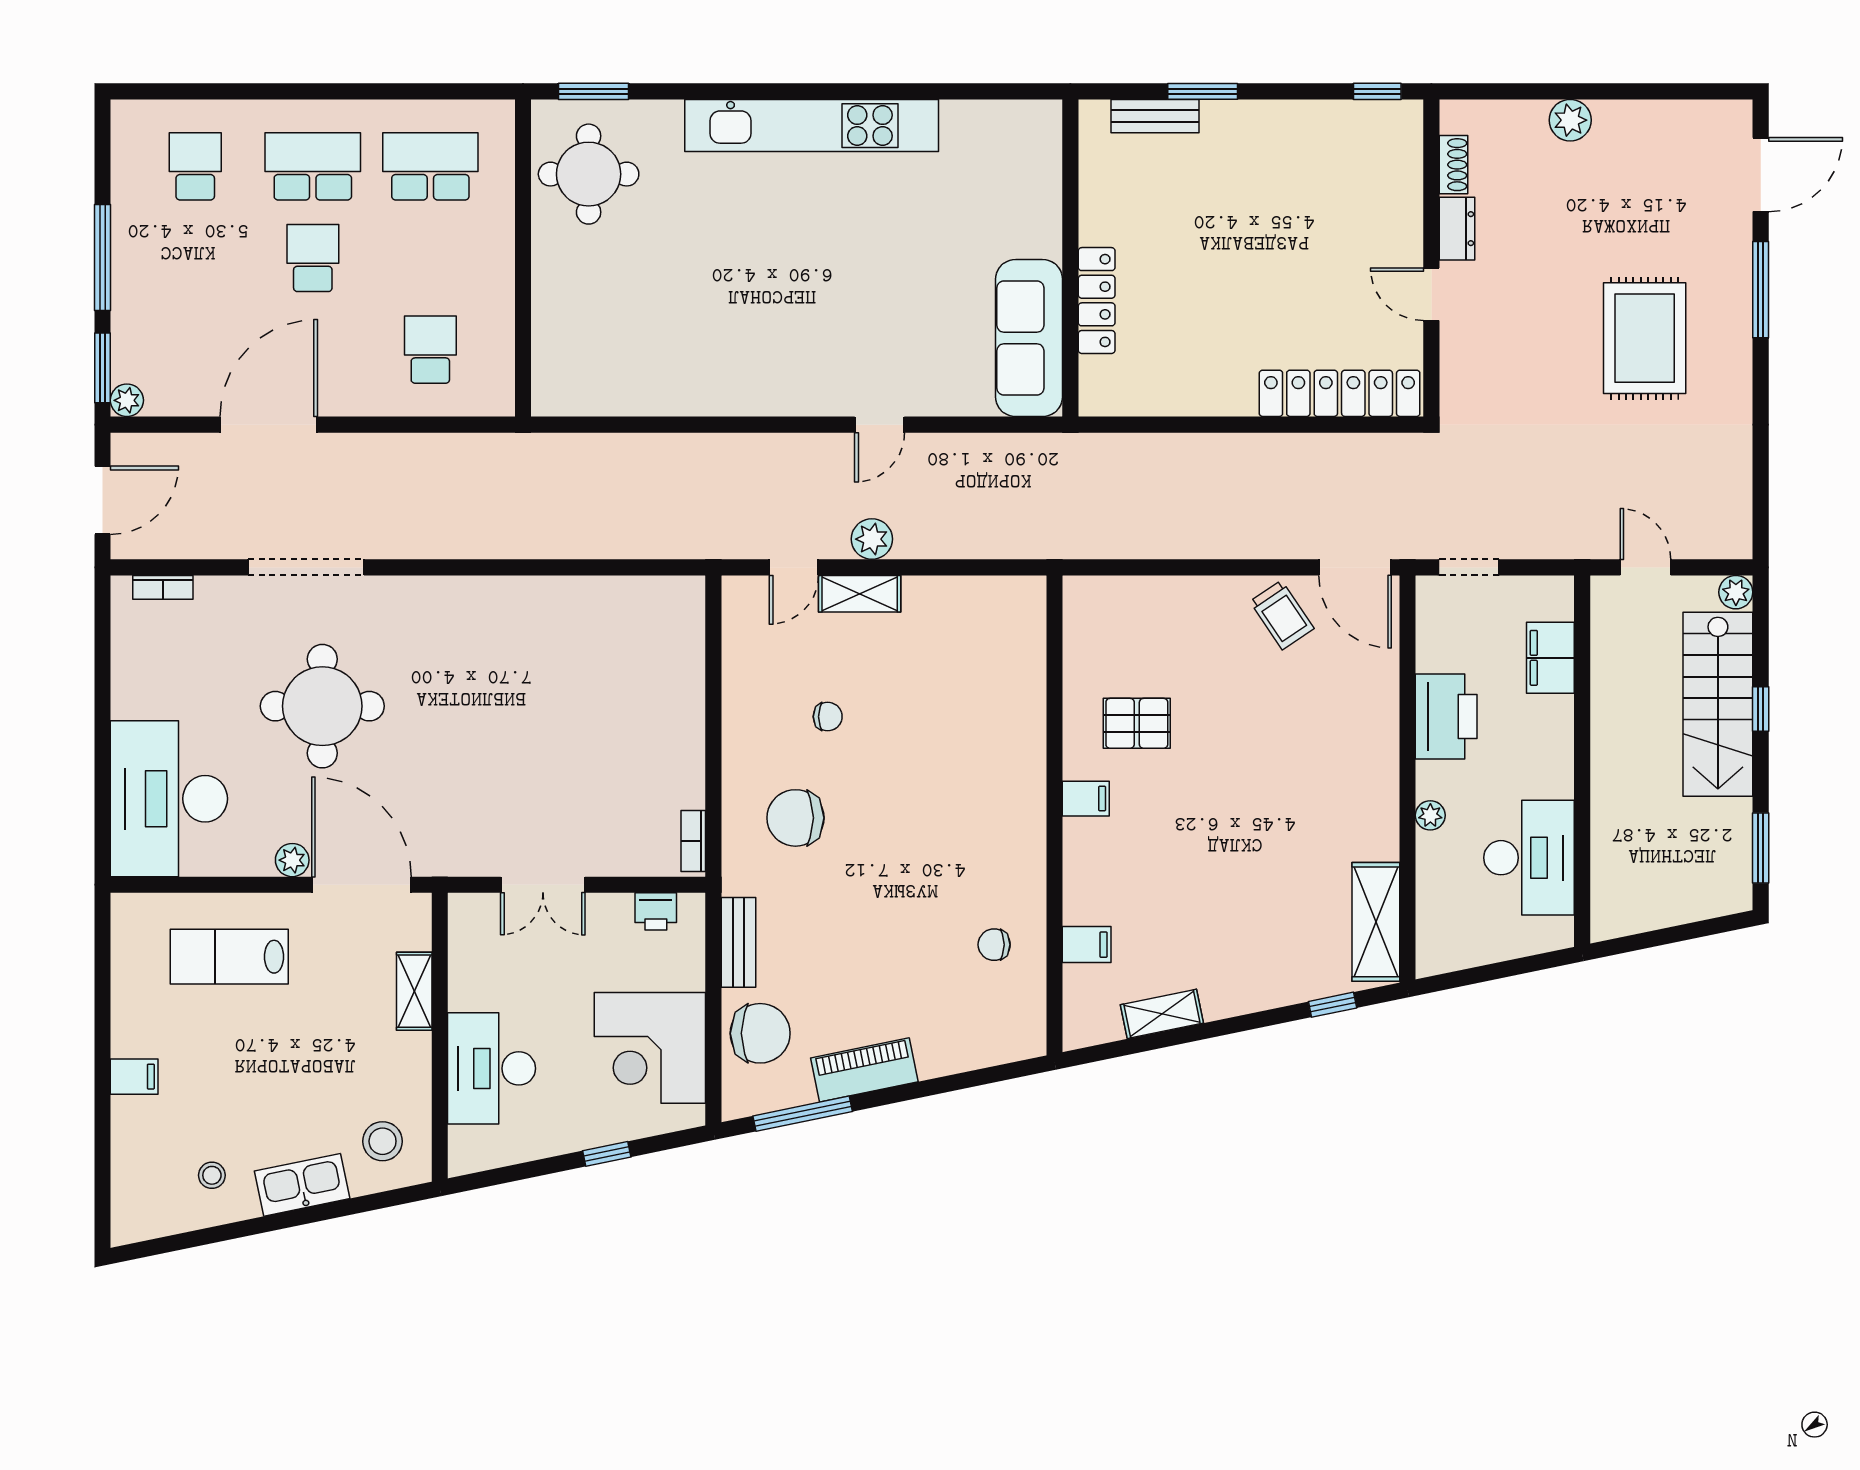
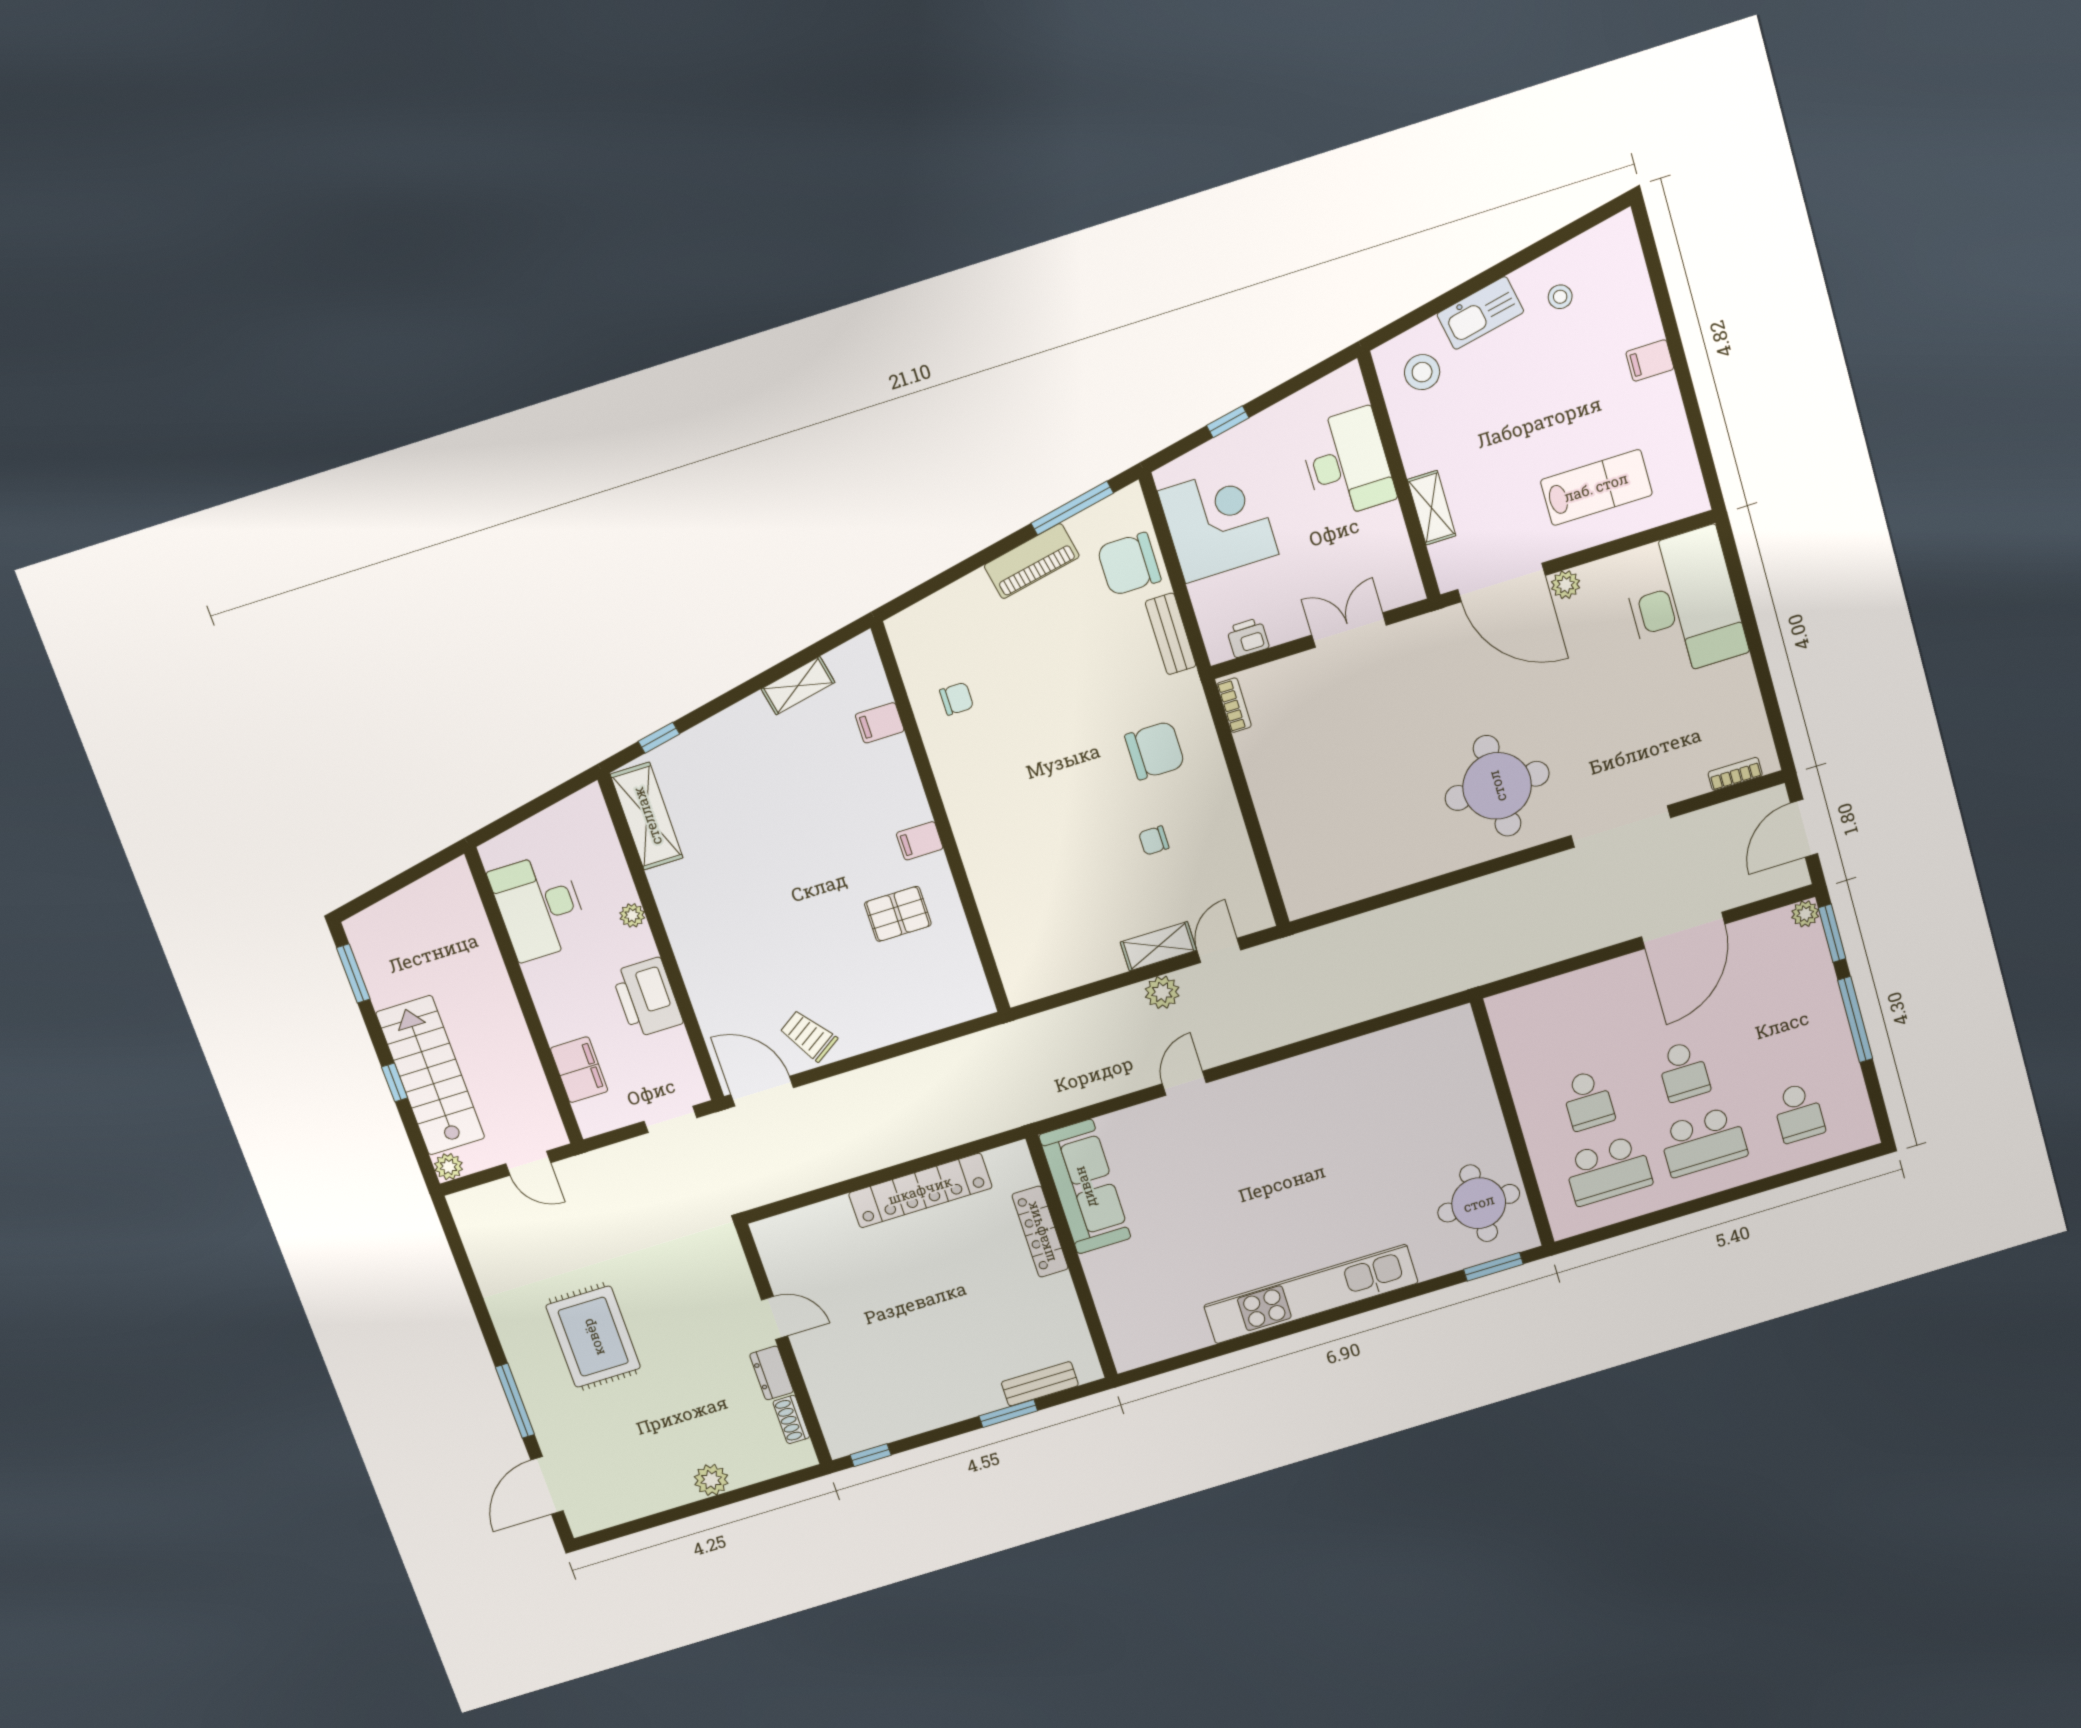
school desk: (430, 350) -> (1588, 1100), moved
locker: (1340, 393) -> (920, 1190), moved
round table: (322, 706) -> (1497, 786), moved

